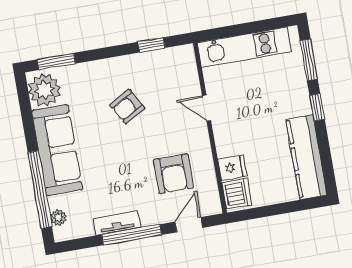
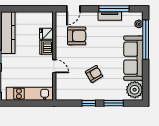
window: (151, 45) -> (89, 103), moved
window: (56, 61) -> (114, 103), moved
armchair: (173, 174) -> (77, 36), turned 90
dishwasher: (237, 194) -> (46, 47), moved
window: (132, 235) -> (114, 9), moved

